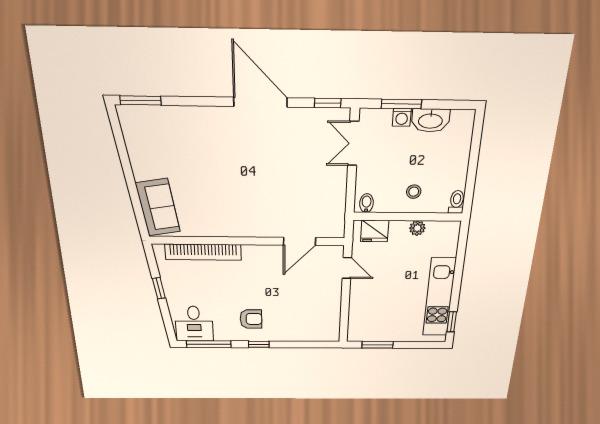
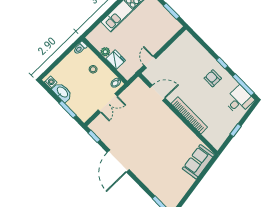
washing machine: (402, 117) -> (51, 82), moved
double door: (353, 144) -> (108, 103), moved
fridge: (375, 231) -> (116, 60), moved
bookcase: (203, 252) -> (189, 115), moved

